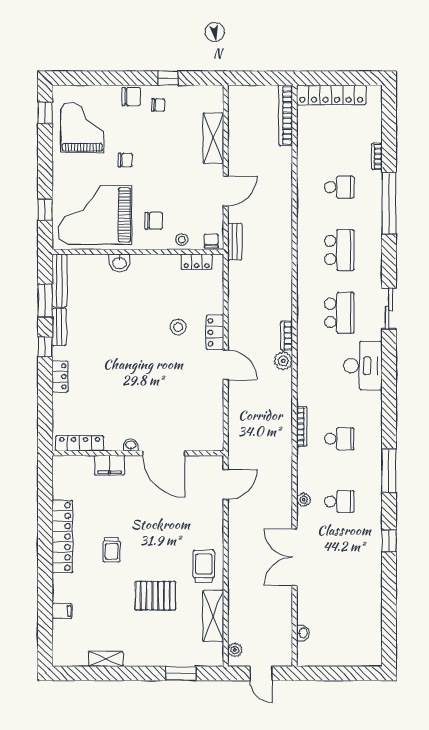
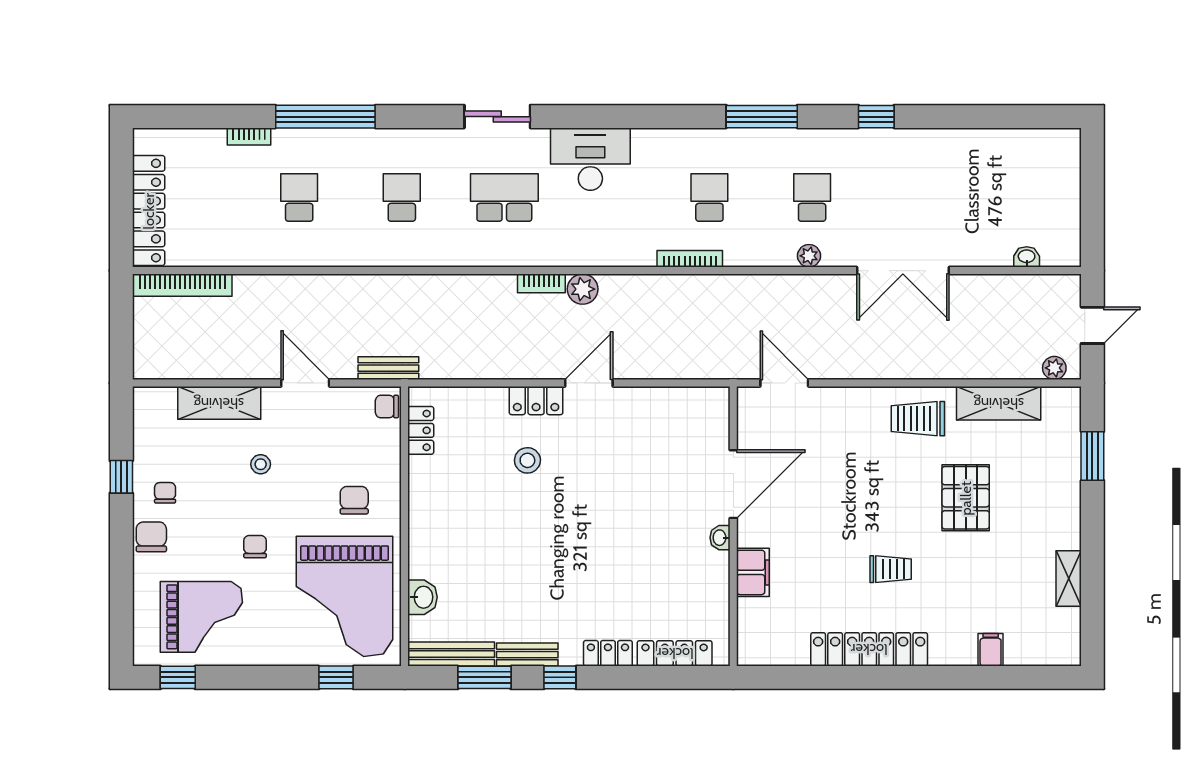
grand piano: (82, 127) -> (201, 617), turned 180
stool: (182, 240) -> (261, 464), moved
school desk: (339, 250) -> (402, 197), width x0.54
washbasin: (120, 263) -> (423, 597), moved
locker: (80, 443) -> (675, 653), moved, turned 90

